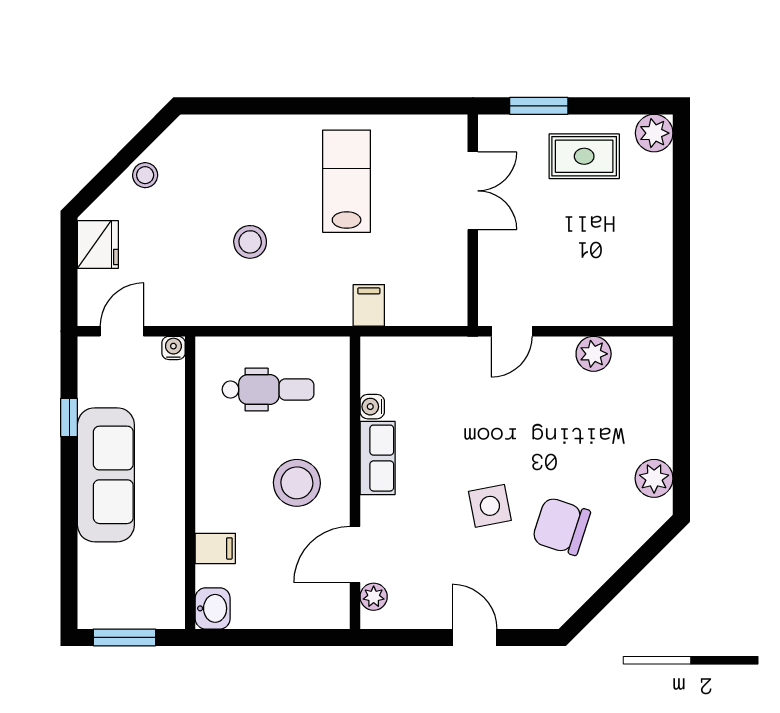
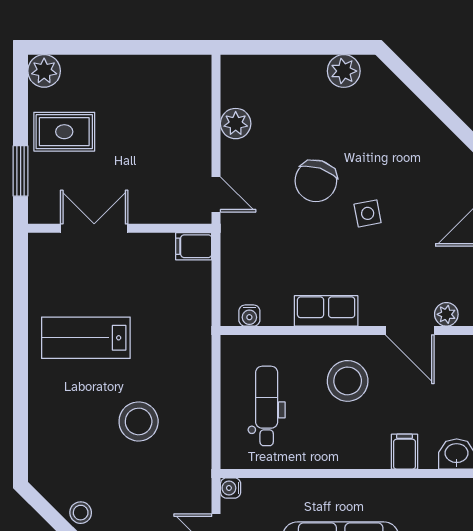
rug: (584, 156) -> (64, 132), turned 90
stool: (250, 242) -> (139, 421), width x1.38, depth x1.38
filing cabinet: (369, 305) -> (194, 246), moved
water cooler: (372, 407) -> (249, 316), moved
side table: (490, 506) -> (368, 213), width x0.73, depth x0.73
chair: (561, 526) -> (316, 181), moved

